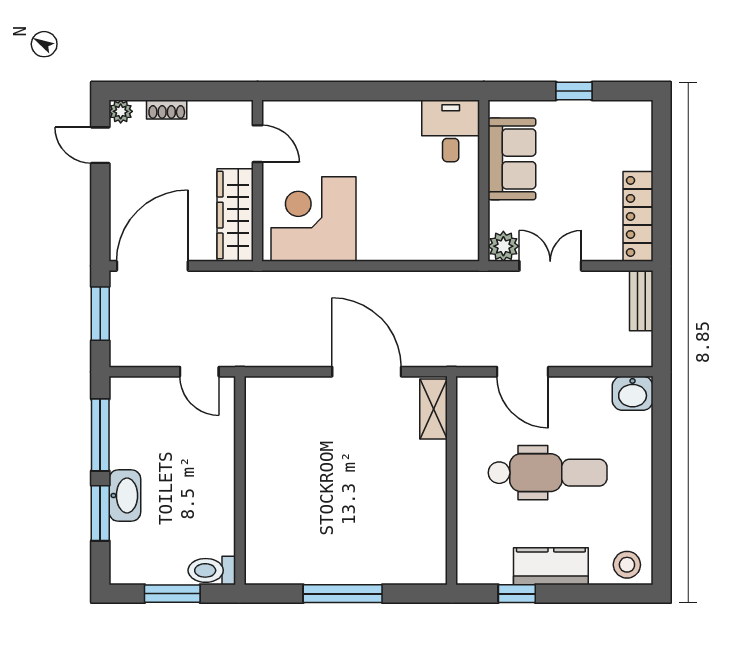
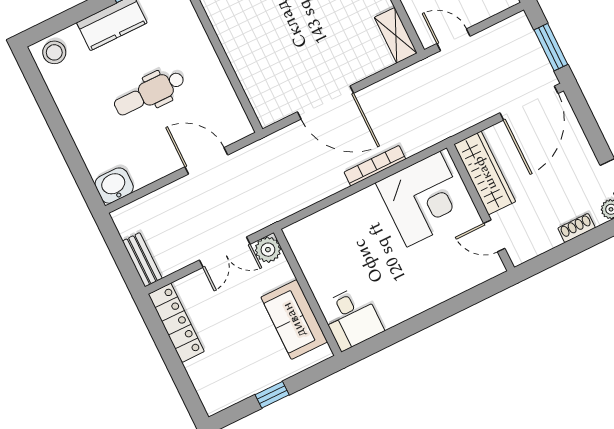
bookcase: (347, 279) -> (375, 166), added
shelving: (434, 409) -> (396, 35), moved
dental chair: (548, 473) -> (149, 93), width x0.73, depth x0.72

